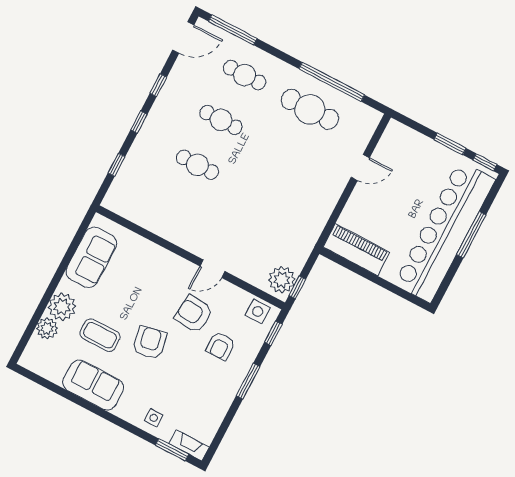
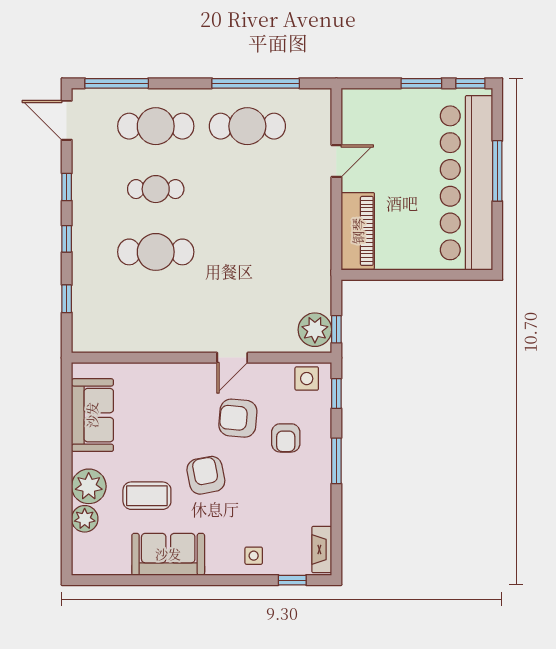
door: (183, 38) -> (67, 120), swing flipped
cafe table: (245, 75) -> (156, 126), width x1.37, depth x1.35
cafe table: (197, 165) -> (156, 252), width x1.37, depth x1.35
piano: (356, 250) -> (358, 231), moved, turned 90
fireplace: (189, 445) -> (322, 550), moved, turned -90
window: (172, 450) -> (292, 580), width x0.67

